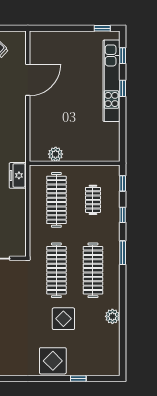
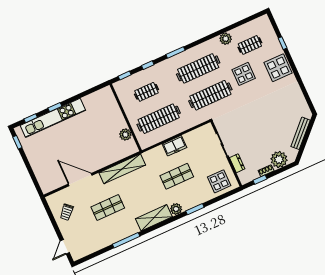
shelving: (18, 133) -> (122, 169), added
freezer: (18, 175) -> (174, 146), moved
clothes rail: (93, 341) -> (250, 45), added

